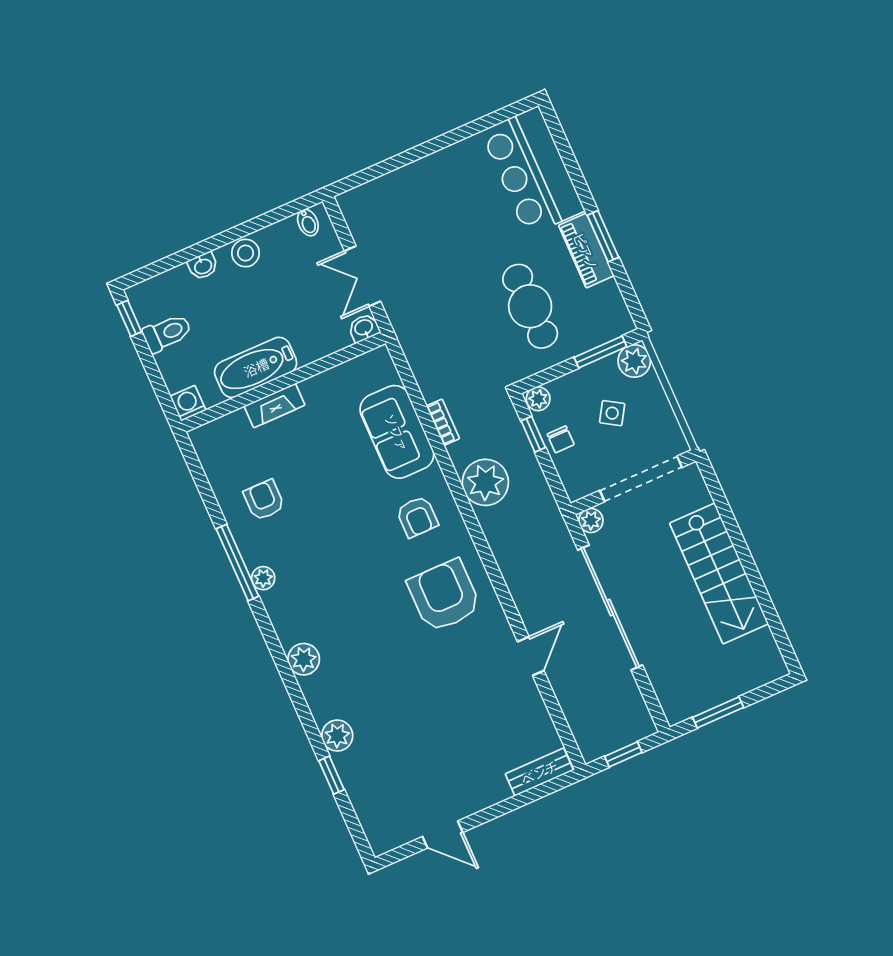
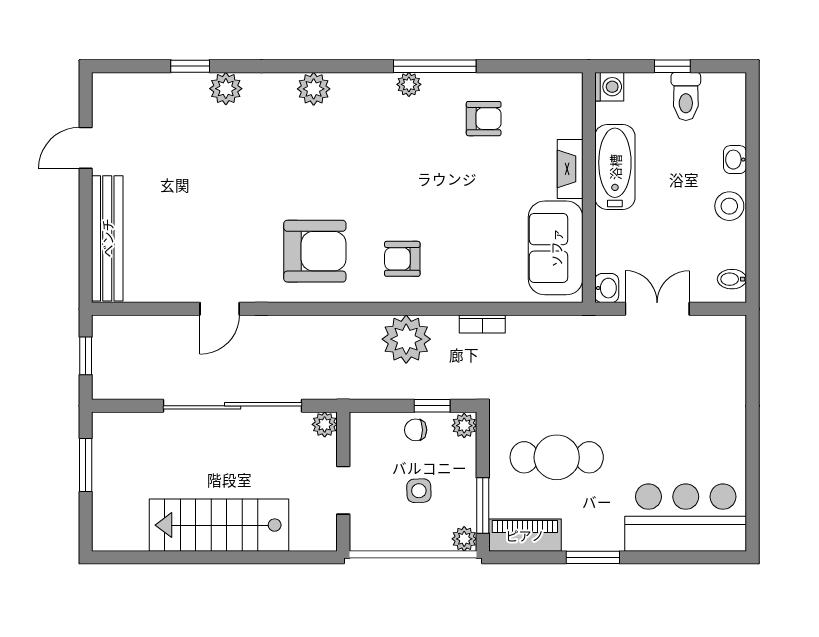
piano: (586, 251) -> (525, 535), moved
window: (129, 318) -> (672, 66), moved
plant: (634, 361) -> (464, 539), width x0.73, depth x0.73
side table: (612, 413) -> (419, 491), turned -34
sofa: (397, 432) -> (556, 248), moved, turned -90
doorway: (641, 479) -> (343, 490), width x0.53
door: (531, 656) -> (220, 309), hinge flipped
bench: (539, 772) -> (107, 238), width x1.86, depth x1.21

